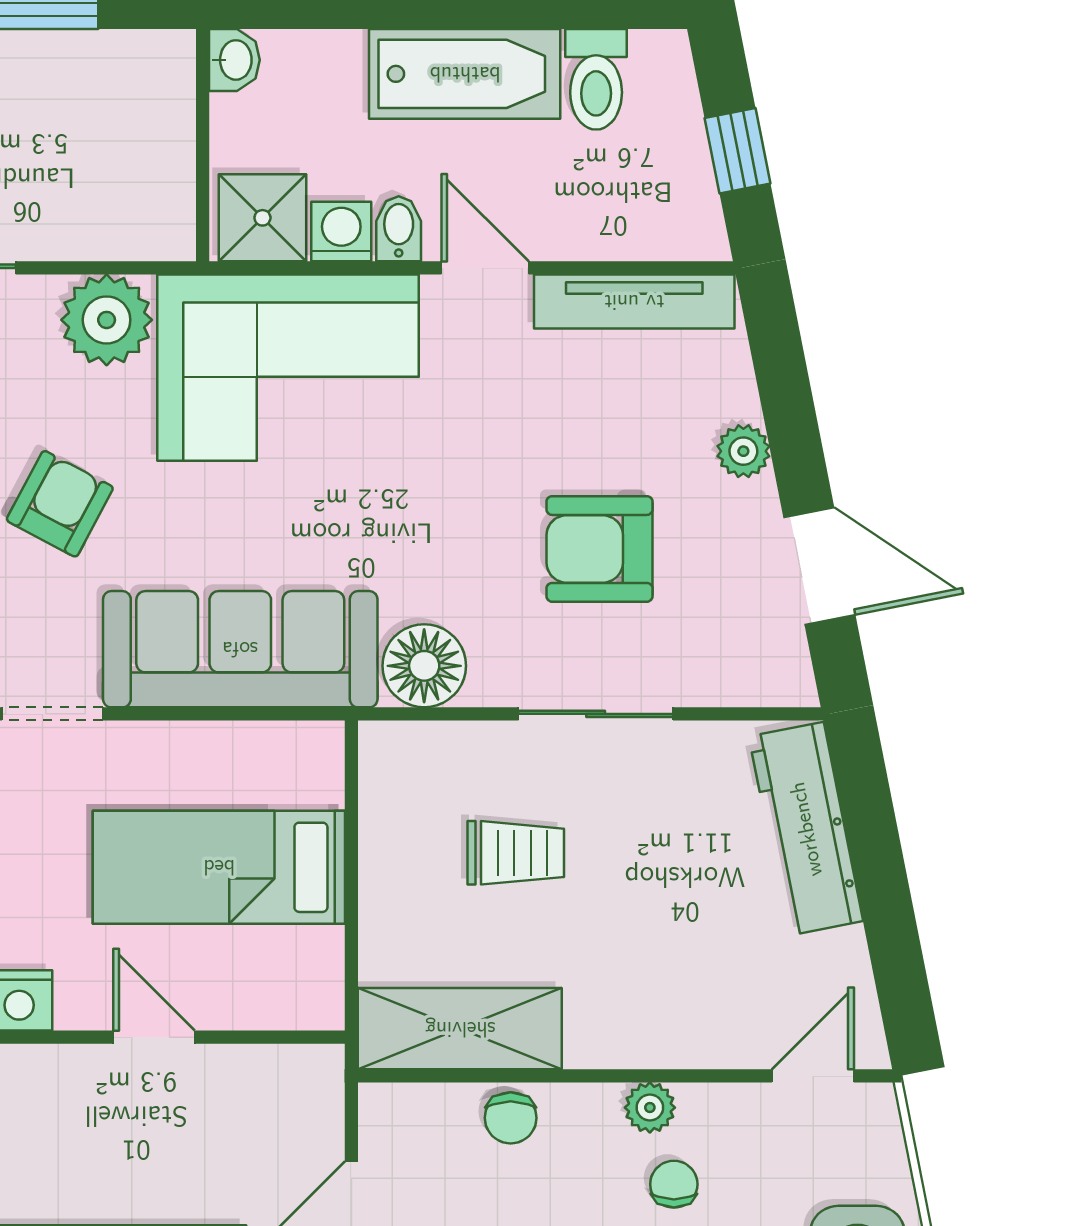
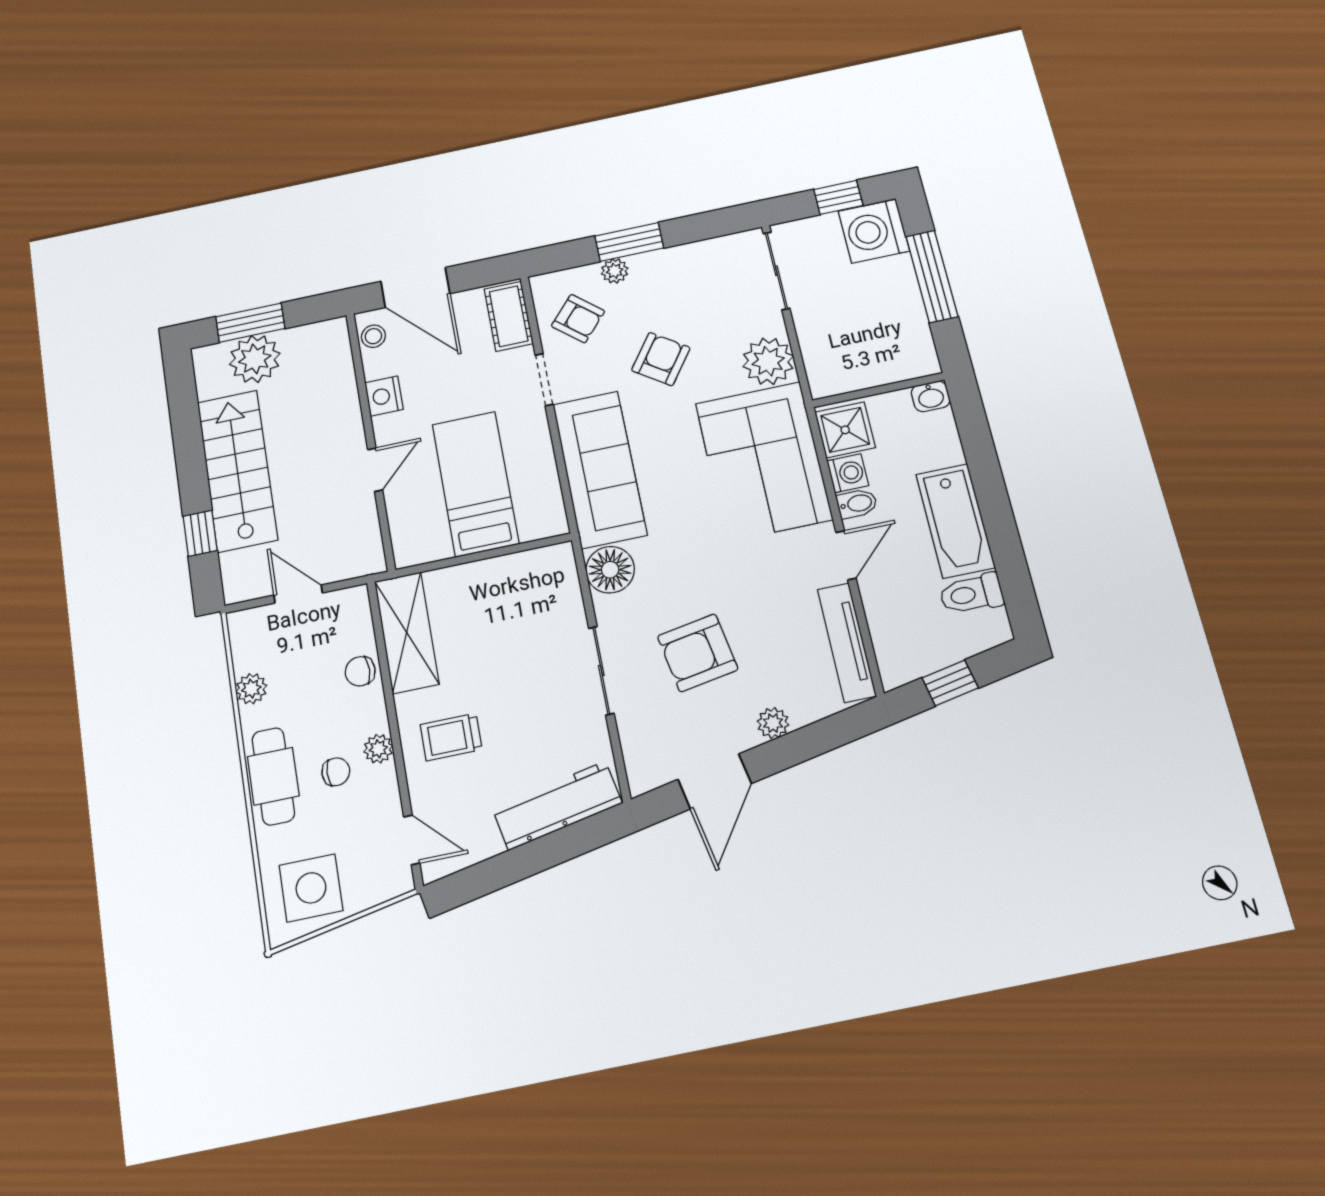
armchair: (60, 504) -> (661, 359), turned -83
armchair: (599, 549) -> (698, 653), turned -100
trolley: (516, 853) -> (451, 737), moved, turned 90

